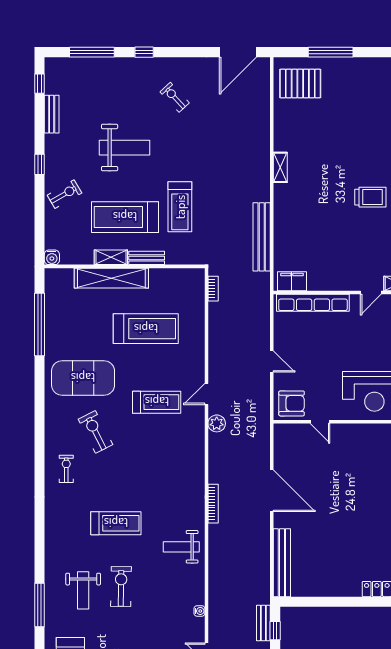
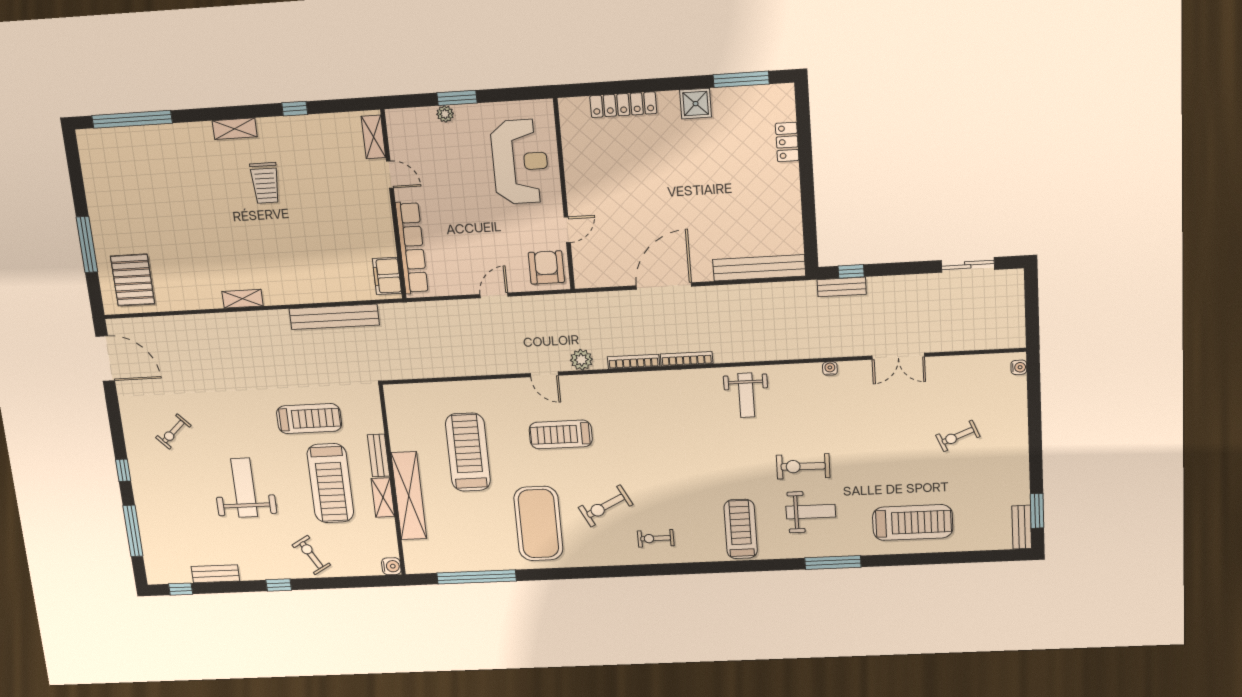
trolley: (370, 197) -> (265, 183), turned 180
bookcase: (213, 289) -> (634, 362), moved, width x1.56
treadmill: (157, 402) -> (561, 434), turned -90
treadmill: (116, 523) -> (741, 529), moved

